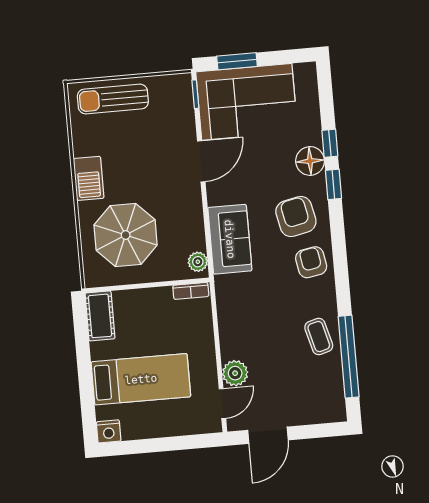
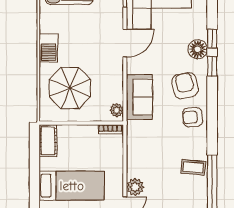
armchair: (311, 262) -> (193, 117), turned -85
coffee table: (319, 337) -> (193, 167), turned -70

